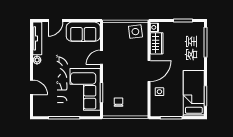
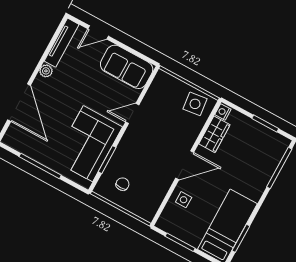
door: (31, 87) -> (19, 103), width x1.87

